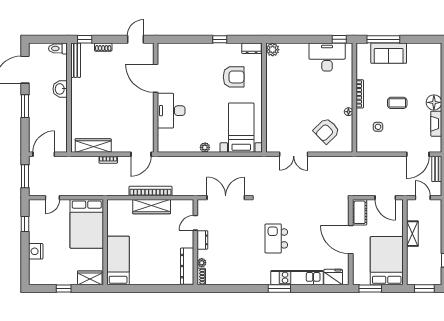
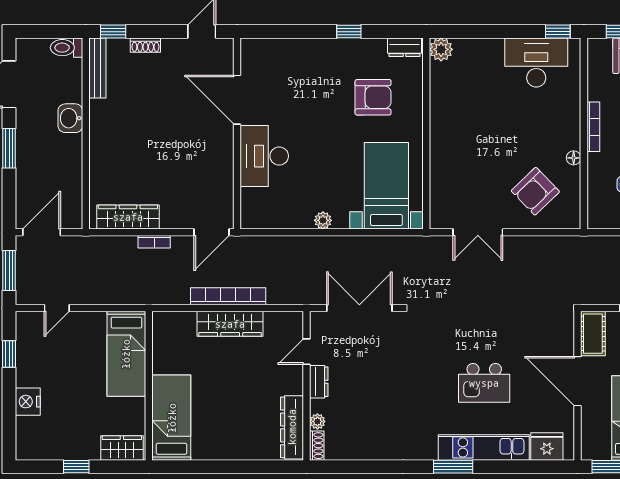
bed: (87, 224) -> (126, 354), width x0.67
kitchen island: (276, 238) -> (484, 383), moved, turned -90

